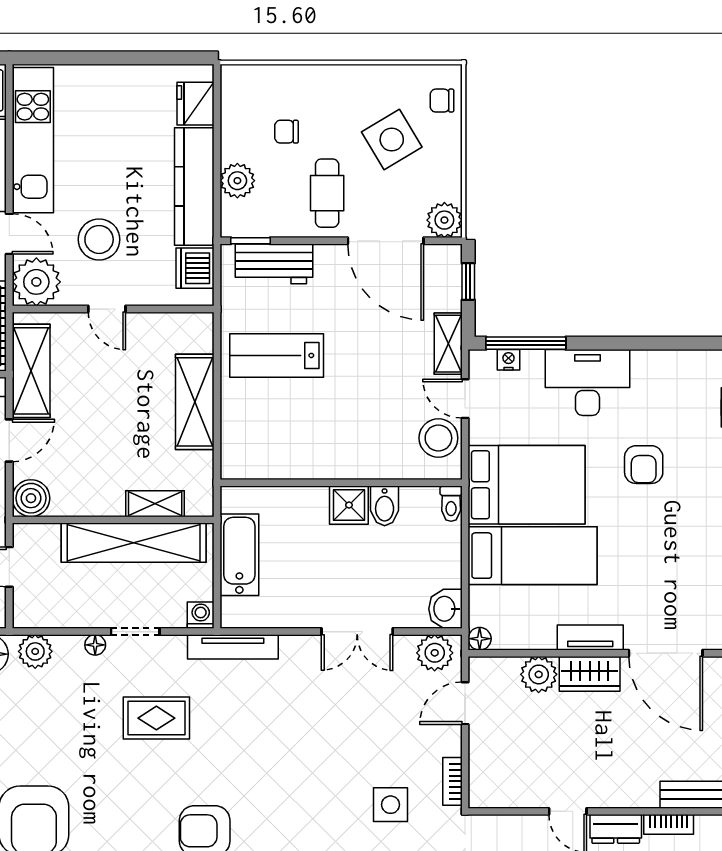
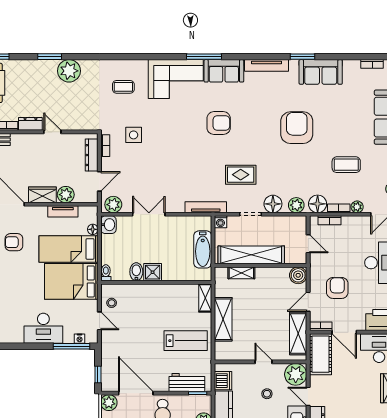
stool: (99, 239) -> (267, 394), width x0.53, depth x0.53
shelving: (448, 344) -> (205, 298), moved
stool: (438, 438) -> (112, 303), width x0.53, depth x0.53
armchair: (644, 465) -> (14, 242), moved, turned -90
tv unit: (590, 638) -> (63, 211), moved
floor lamp: (480, 639) -> (93, 229), moved
floor lamp: (95, 645) -> (273, 204), width x1.89, depth x1.89
dresser: (482, 761) -> (92, 155), added

